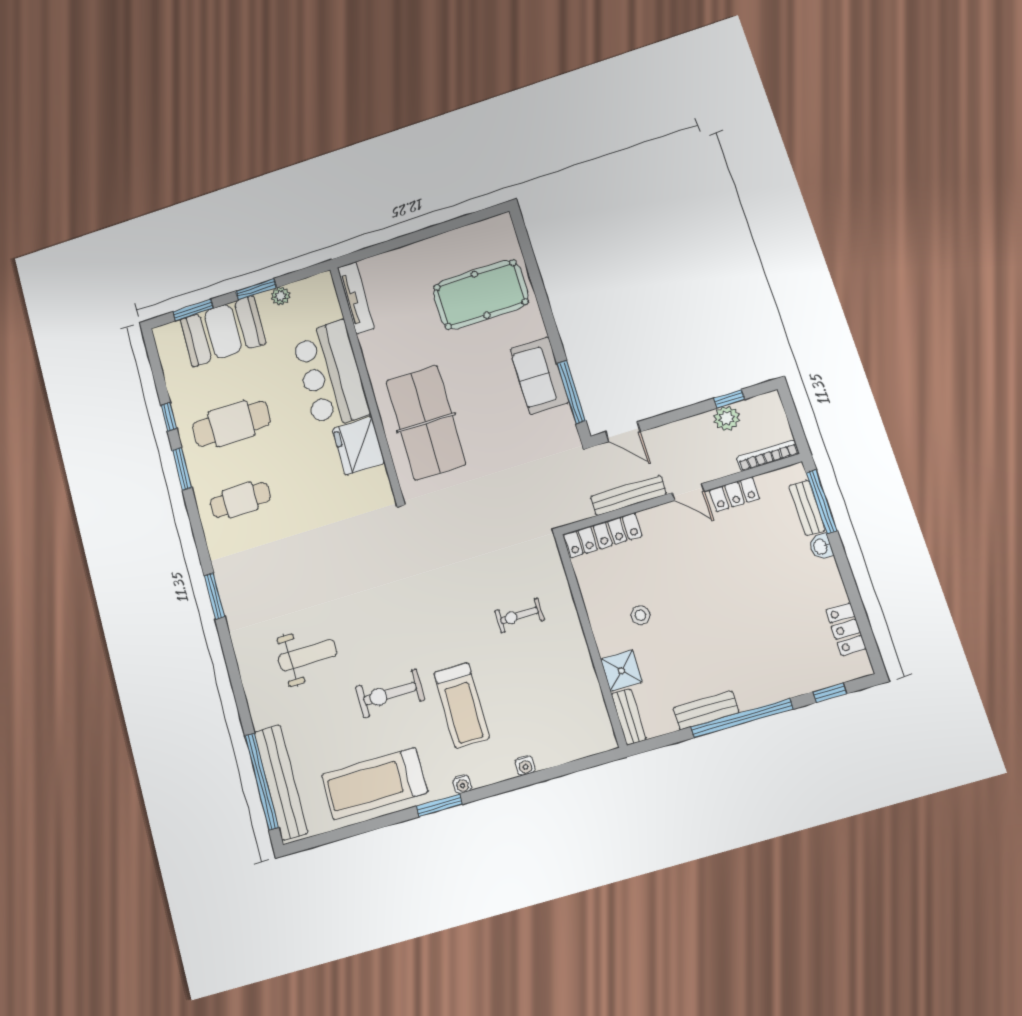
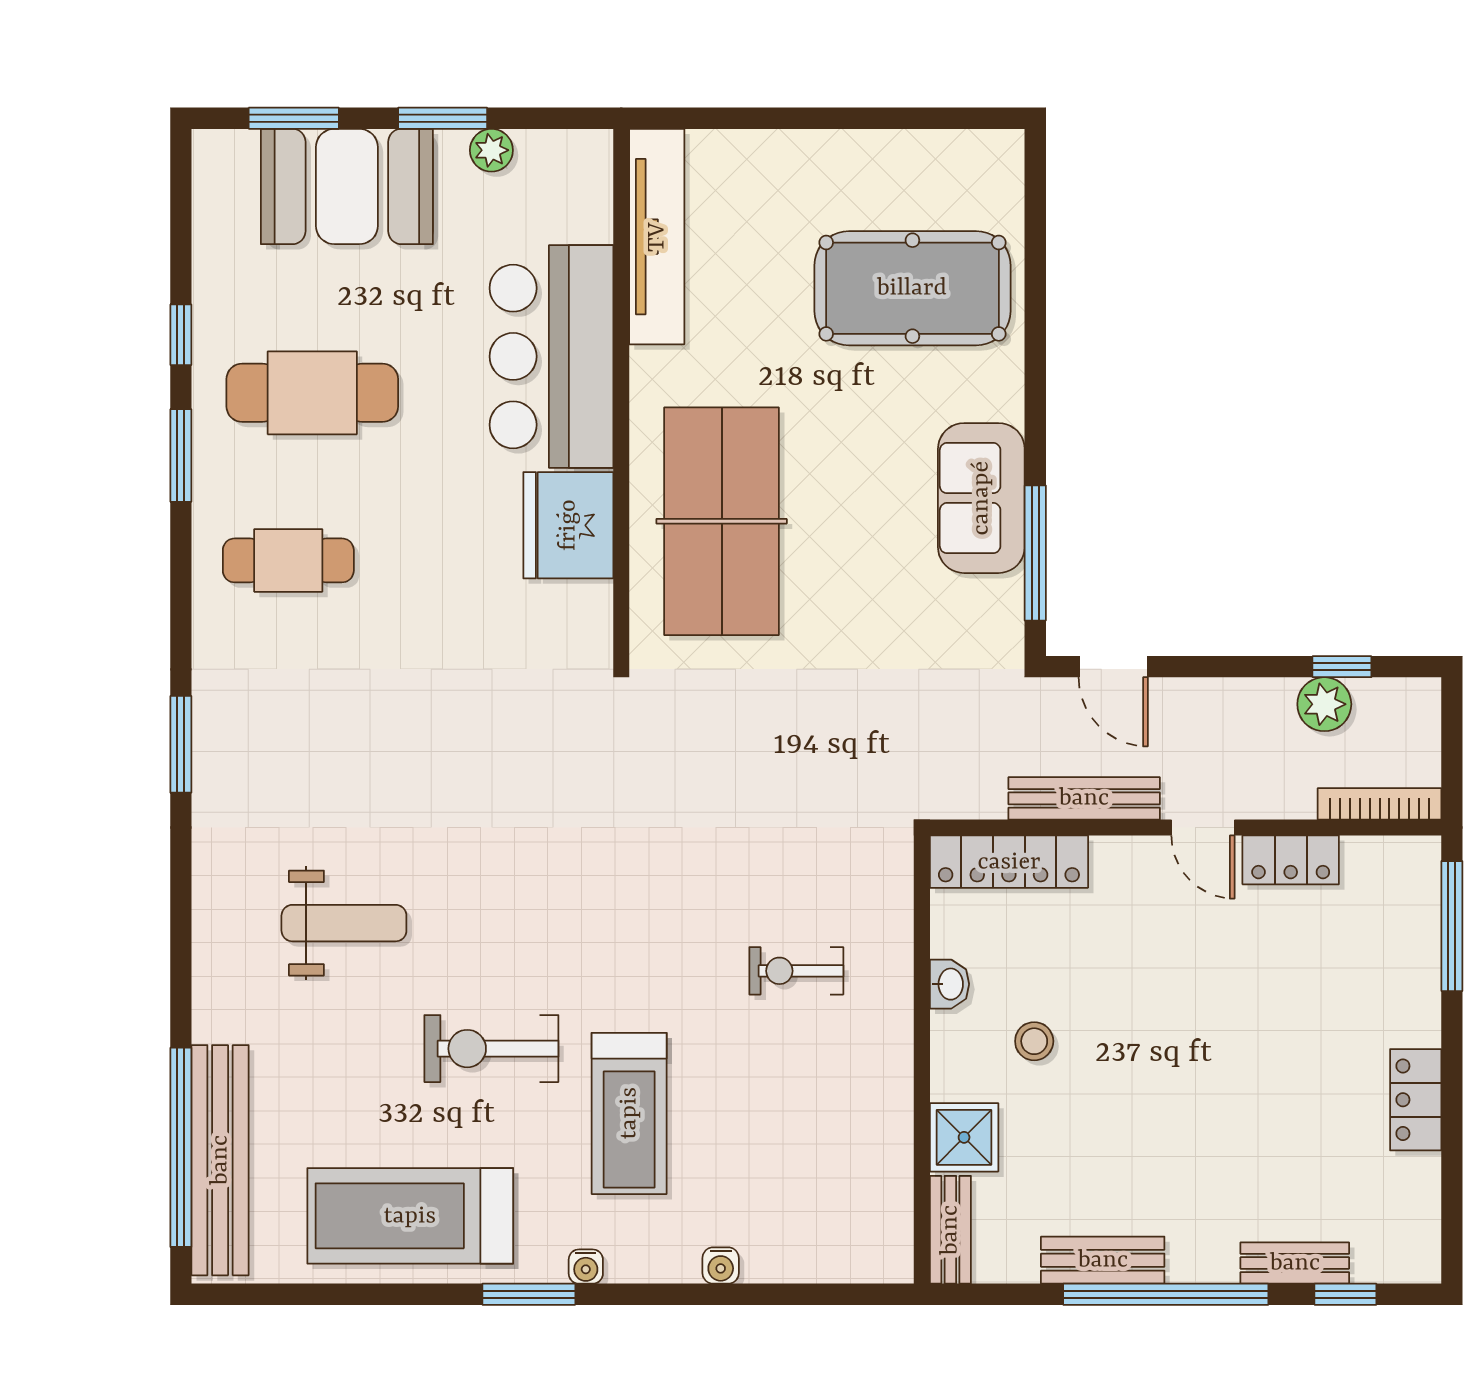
tv unit: (356, 298) -> (657, 237), width x1.36, depth x1.29
bench: (807, 508) -> (1295, 1263), moved, turned 90
washbasin: (821, 547) -> (950, 984), moved, turned 180
locker: (846, 629) -> (1416, 1100), moved

